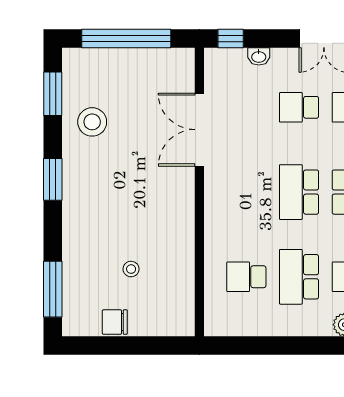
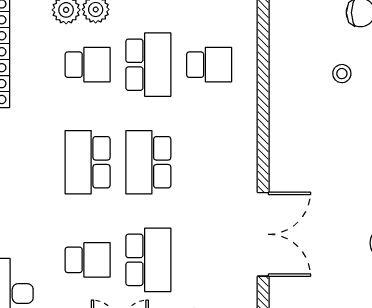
school desk: (299, 107) -> (148, 260), width x1.85
school desk: (299, 192) -> (148, 162), turned 180

